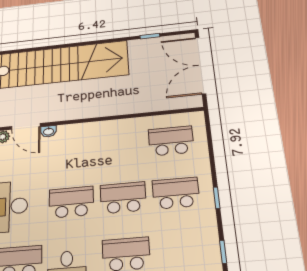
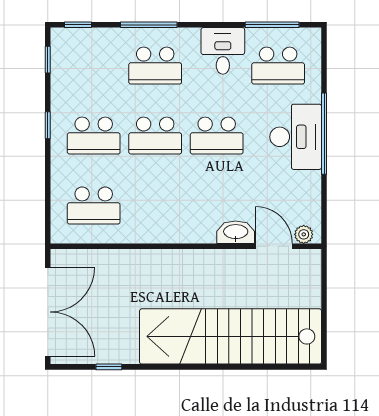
washbasin: (49, 131) -> (236, 232), width x1.91, depth x1.45

